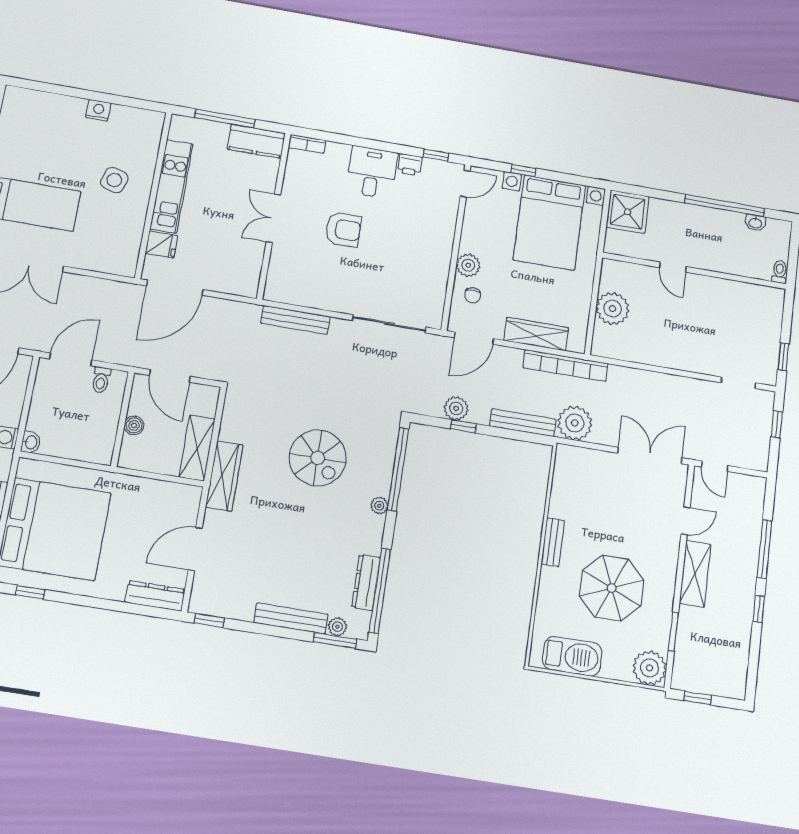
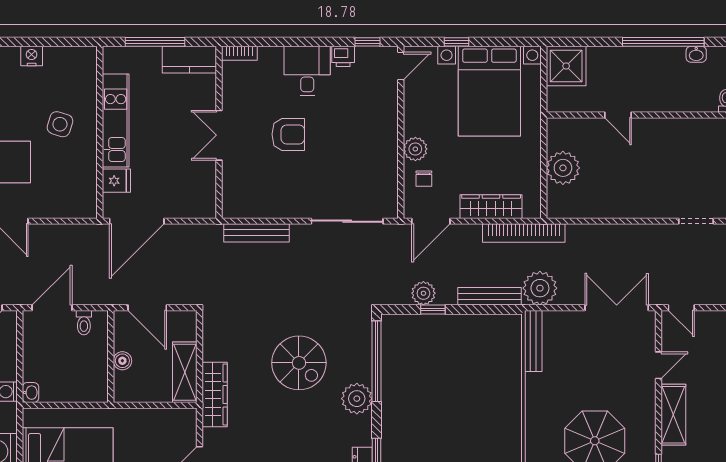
plant: (379, 506) -> (357, 399), width x1.88, depth x1.88
bench: (553, 542) -> (533, 341), moved, width x1.36

